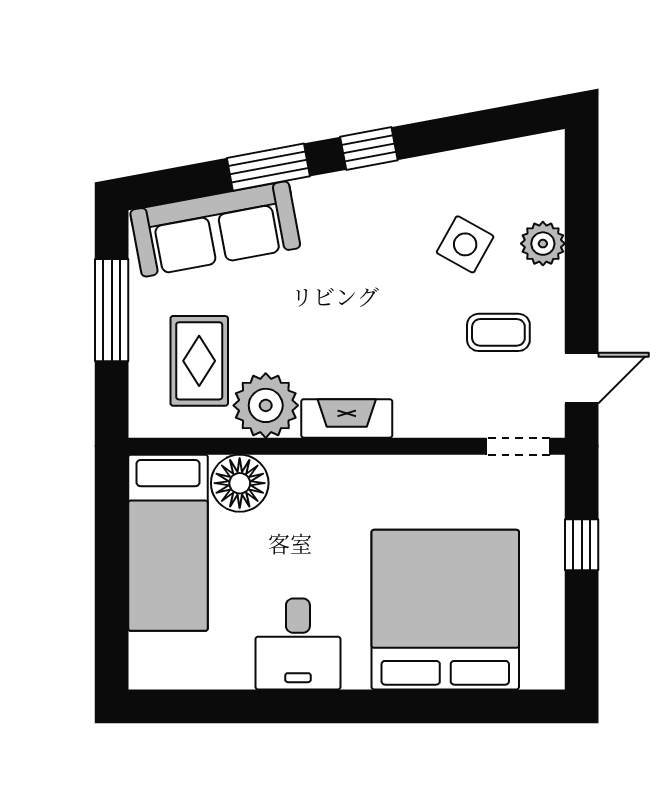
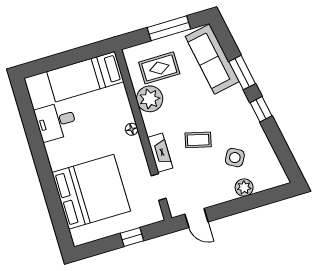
coffee table: (498, 332) -> (198, 140), moved, turned -76
fireplace: (347, 418) -> (160, 153), moved
doorway: (518, 446) -> (159, 187), moved
floor lamp: (240, 483) -> (132, 129), moved, width x0.53, depth x0.53
desk: (298, 644) -> (56, 121), moved

